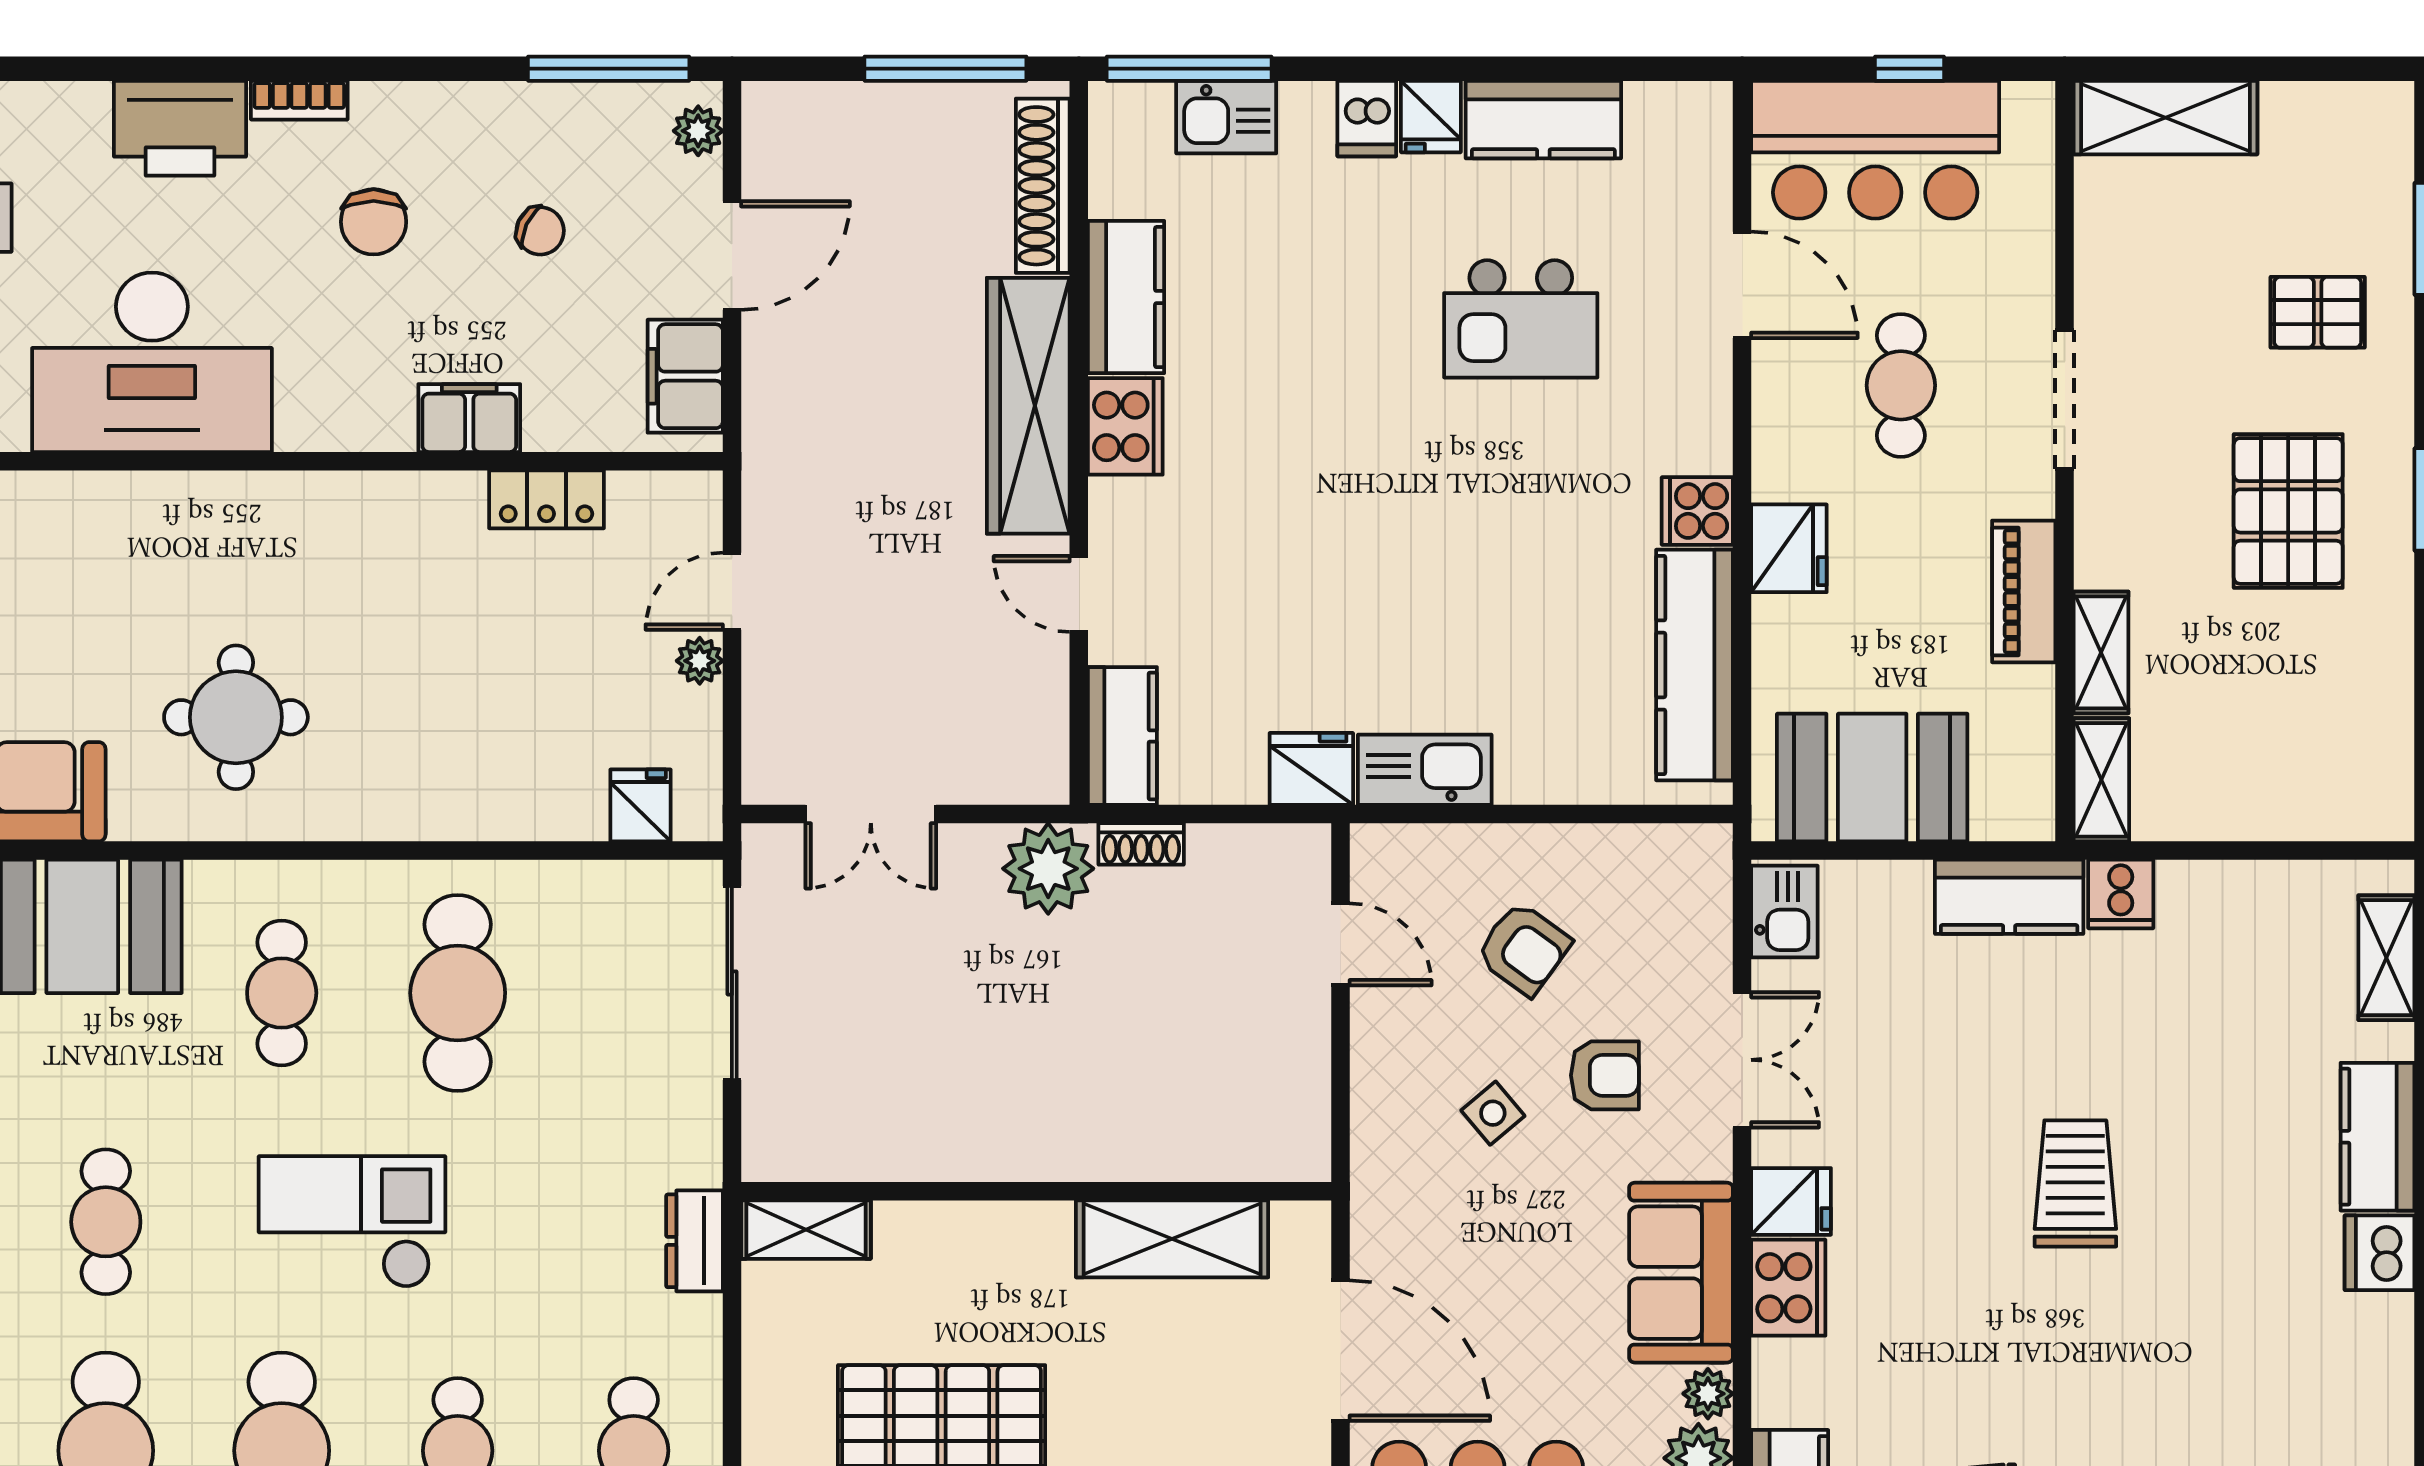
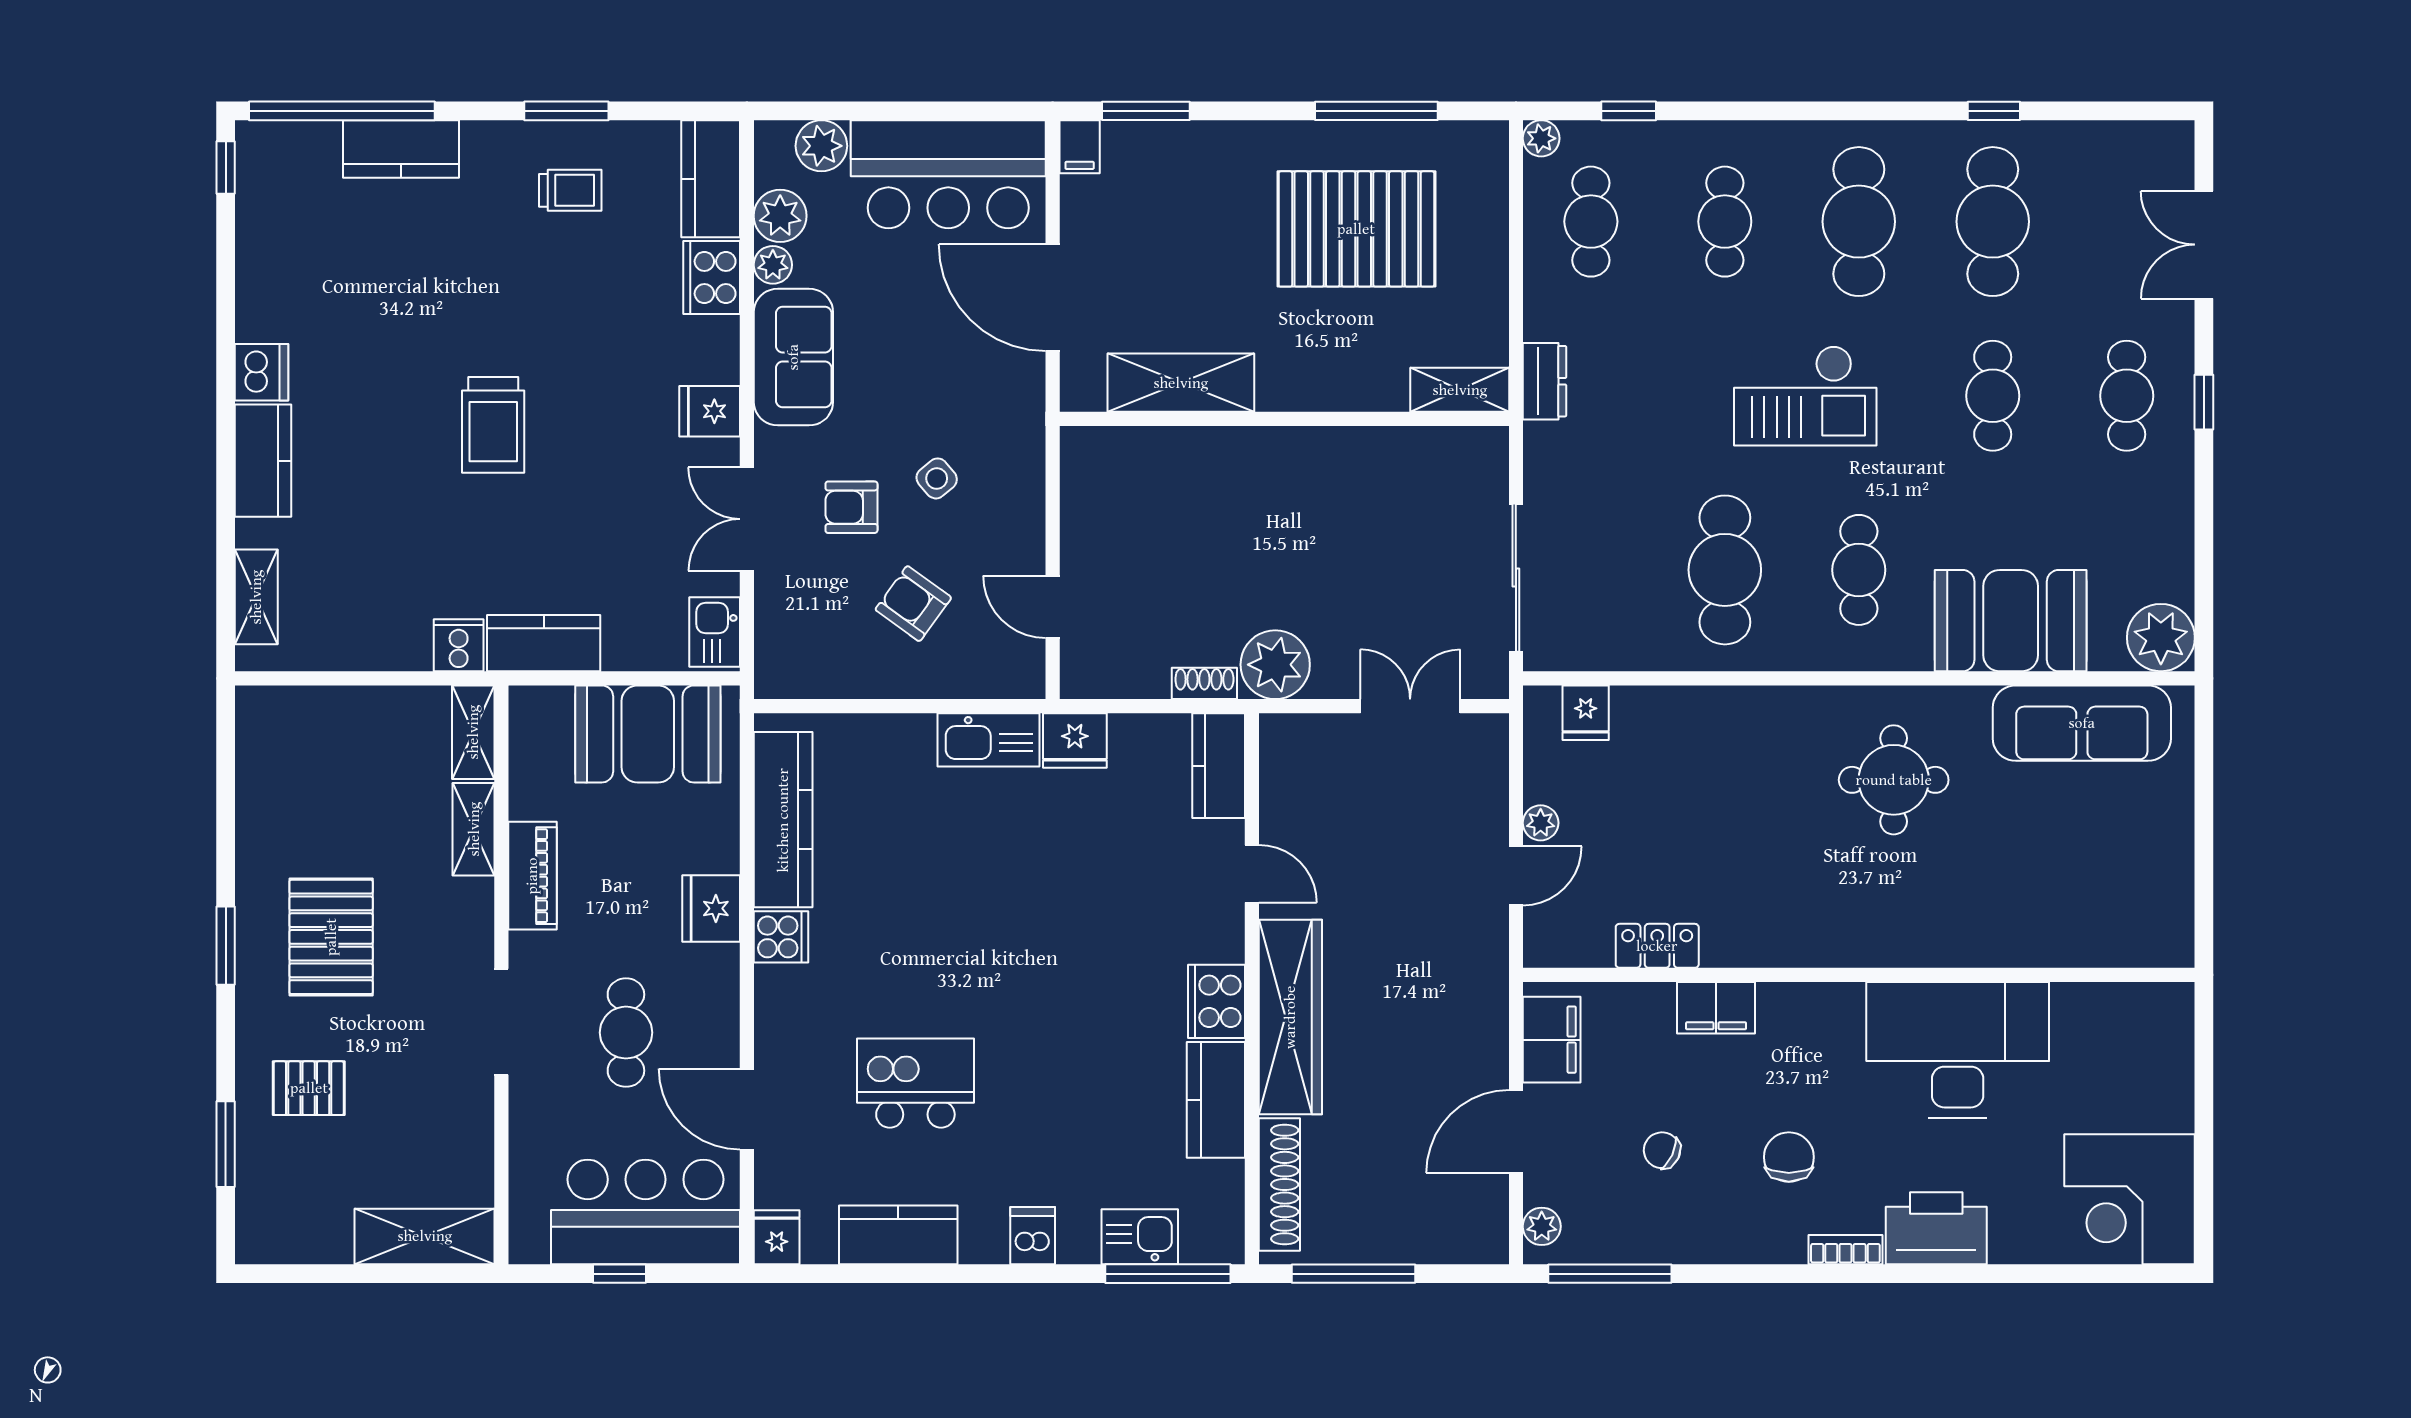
fridge: (1431, 117) -> (777, 1237), moved
cooker: (1788, 1288) -> (712, 278), moved

